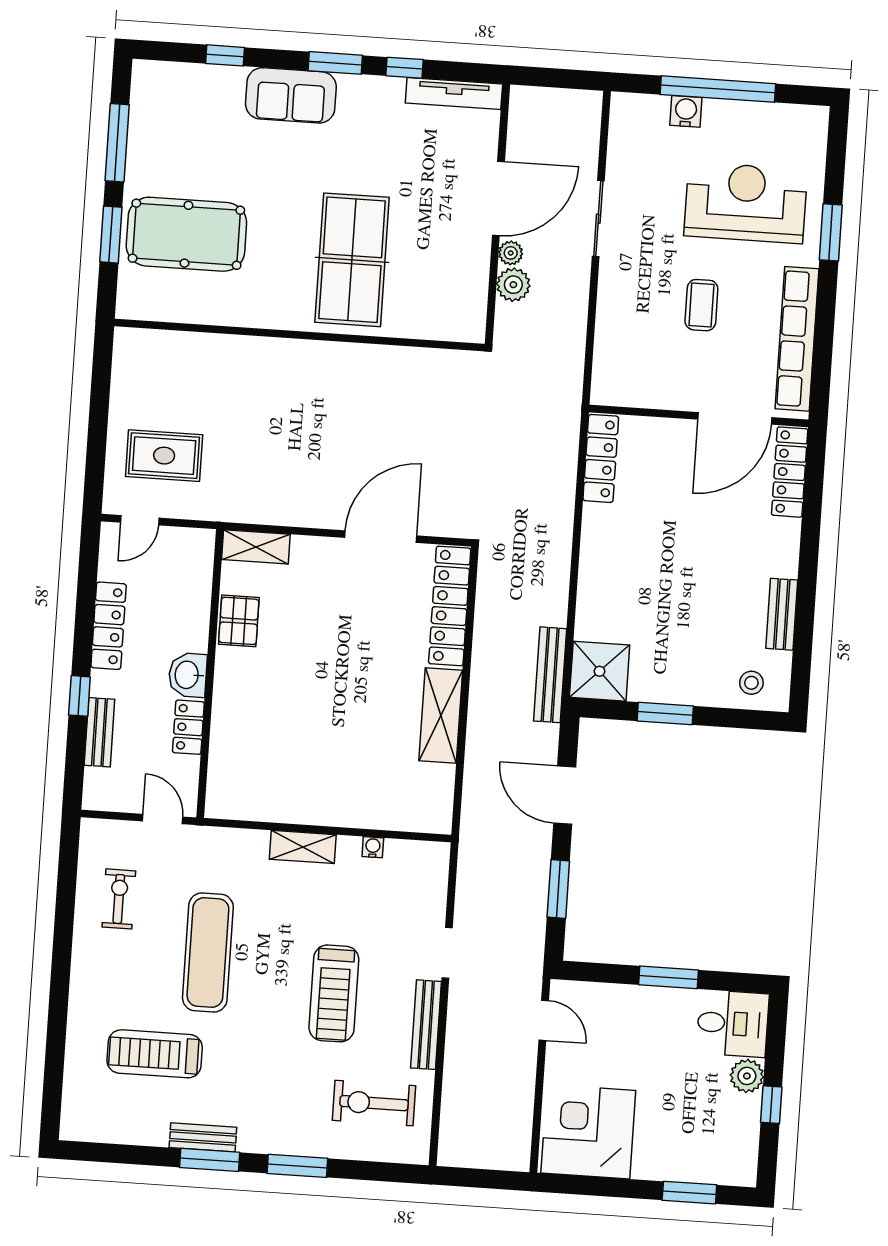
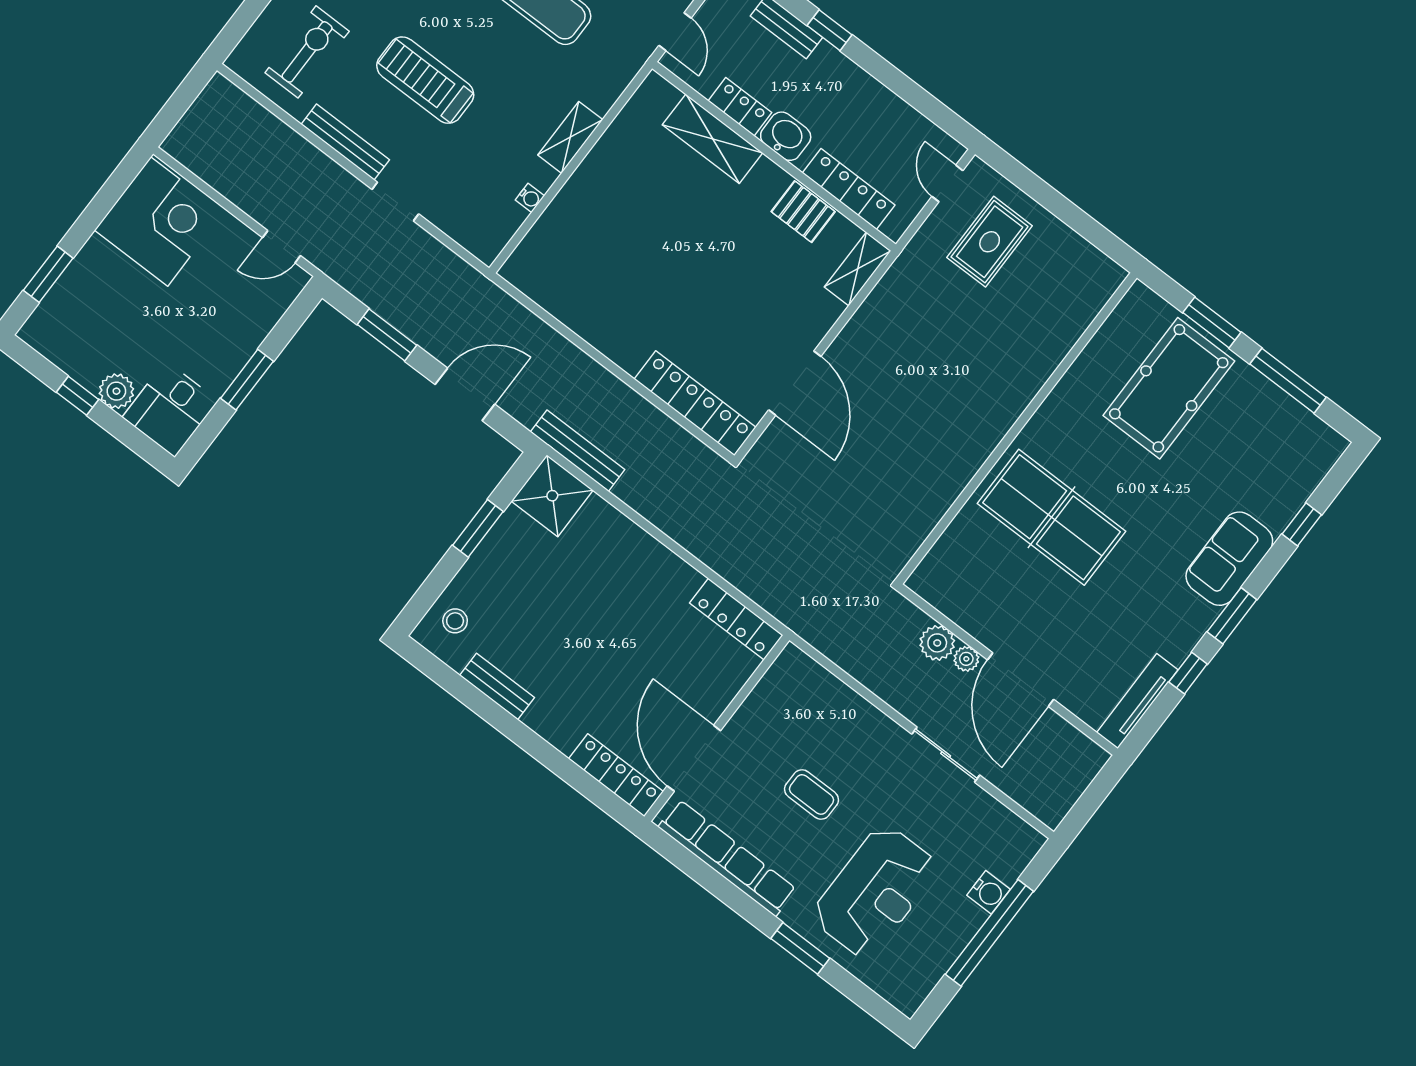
locker: (109, 626) -> (849, 189), moved, turned 180
shelving: (441, 716) -> (713, 139), moved
door: (163, 819) -> (675, 32), hinge flipped

